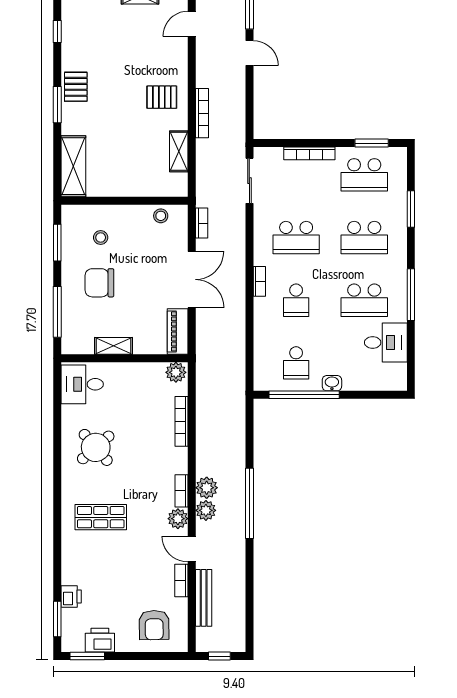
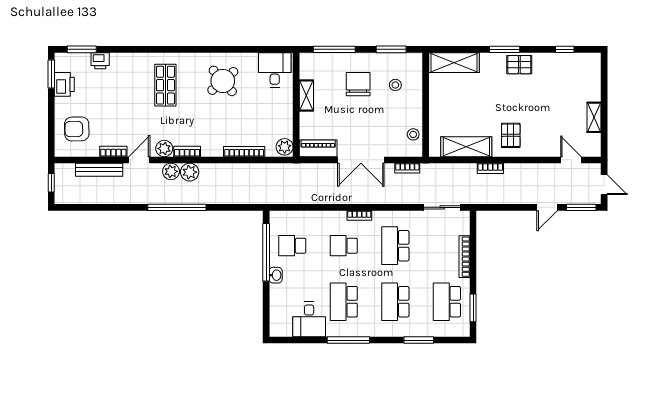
bookcase: (202, 113) -> (490, 168), width x0.64
shelving: (179, 151) -> (466, 147), width x1.50, depth x1.33

